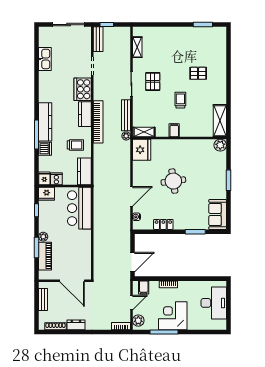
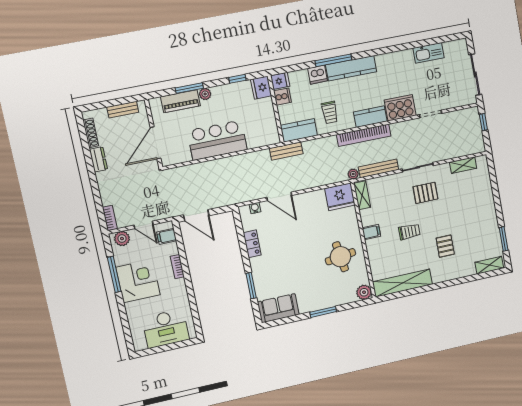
bench: (98, 39) -> (286, 151), moved
shelving: (221, 40) -> (489, 265), added
shelving: (220, 121) -> (403, 283), width x1.47
round table: (173, 181) -> (340, 257), moved
bar counter: (79, 208) -> (217, 140), moved

